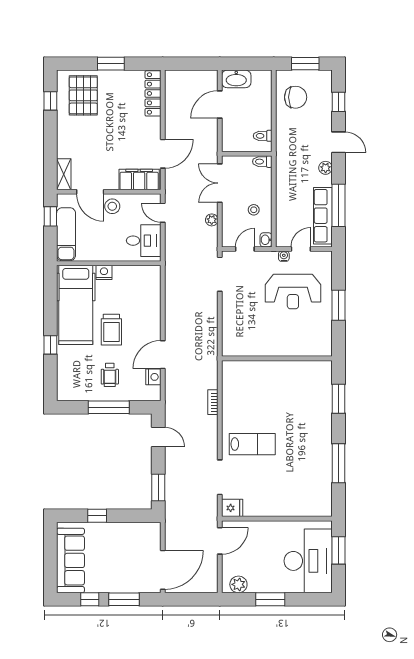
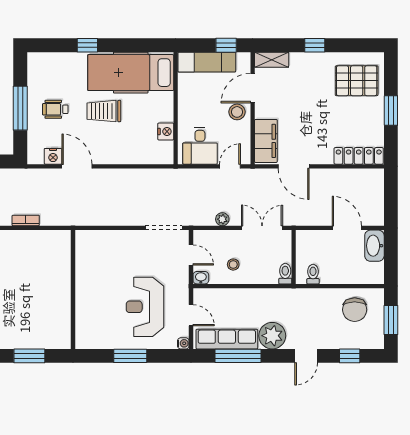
window: (50, 101) -> (315, 45), moved
plant: (326, 168) -> (272, 336), width x1.88, depth x1.88
water cooler: (284, 256) -> (183, 343), moved
nightstand: (104, 272) -> (166, 131), moved

